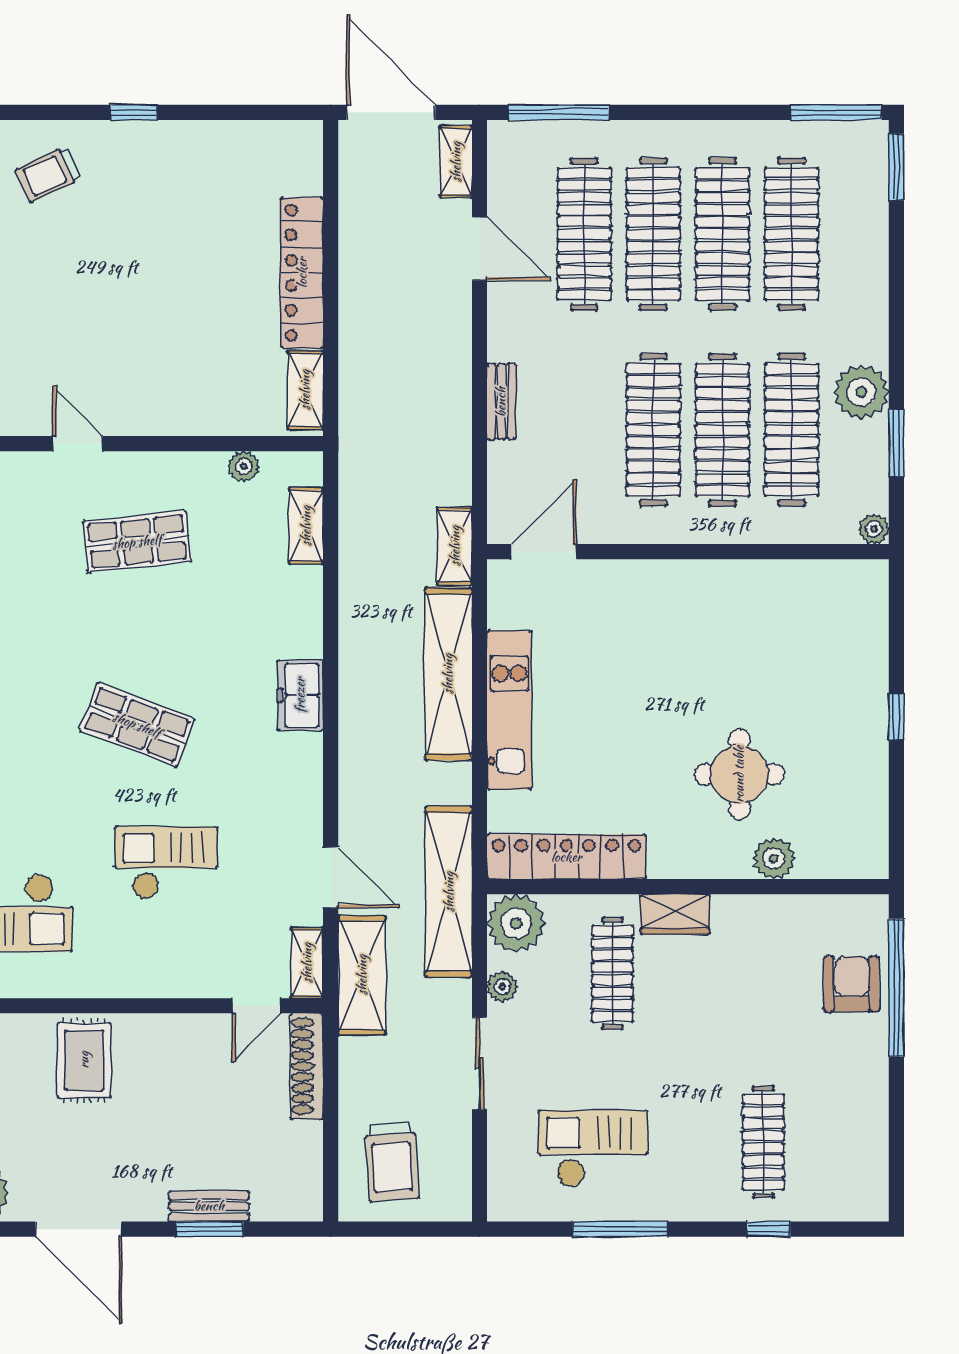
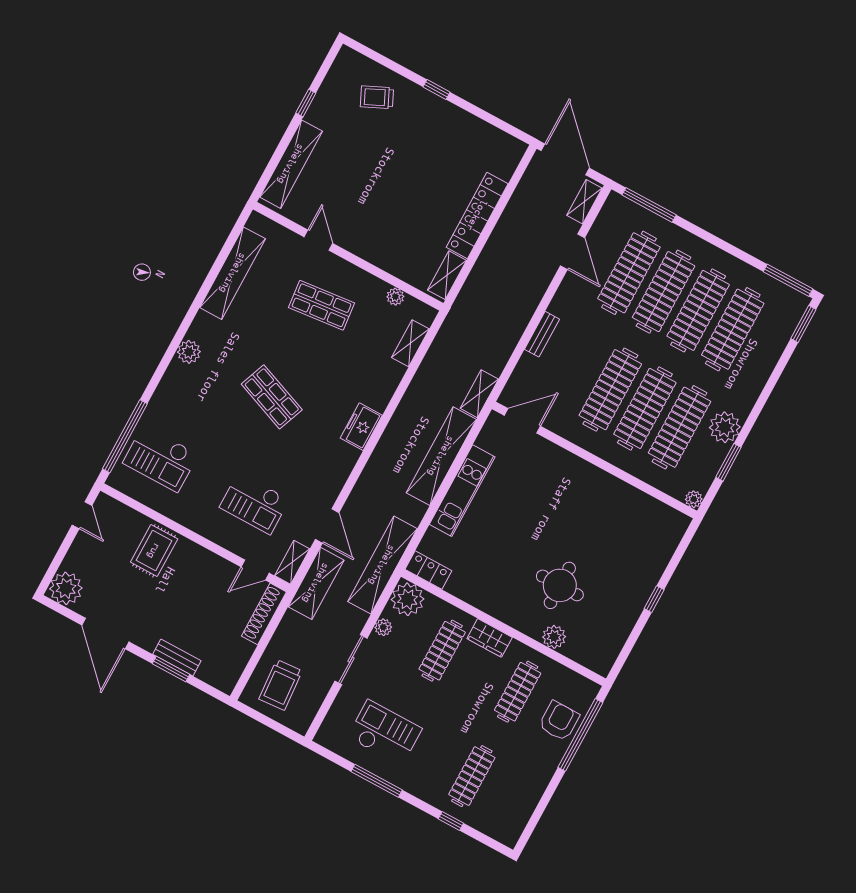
locker: (566, 857) -> (428, 570), width x0.46, depth x0.83
checkout: (166, 863) -> (254, 503), moved, turned 180
clothes rail: (763, 974) -> (518, 692), added

